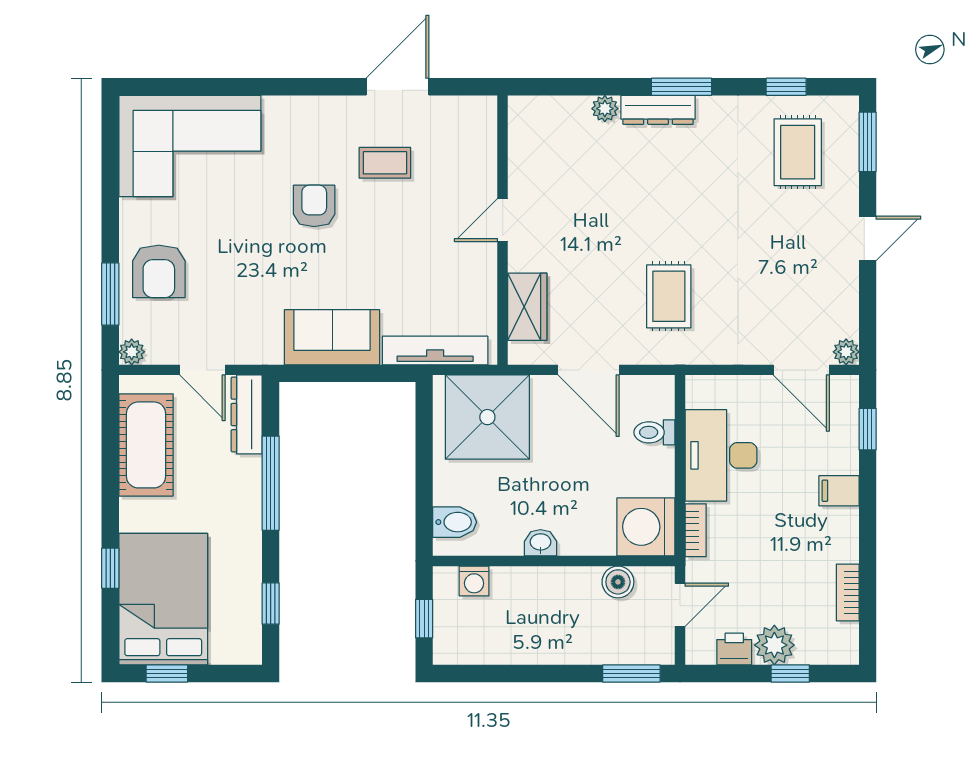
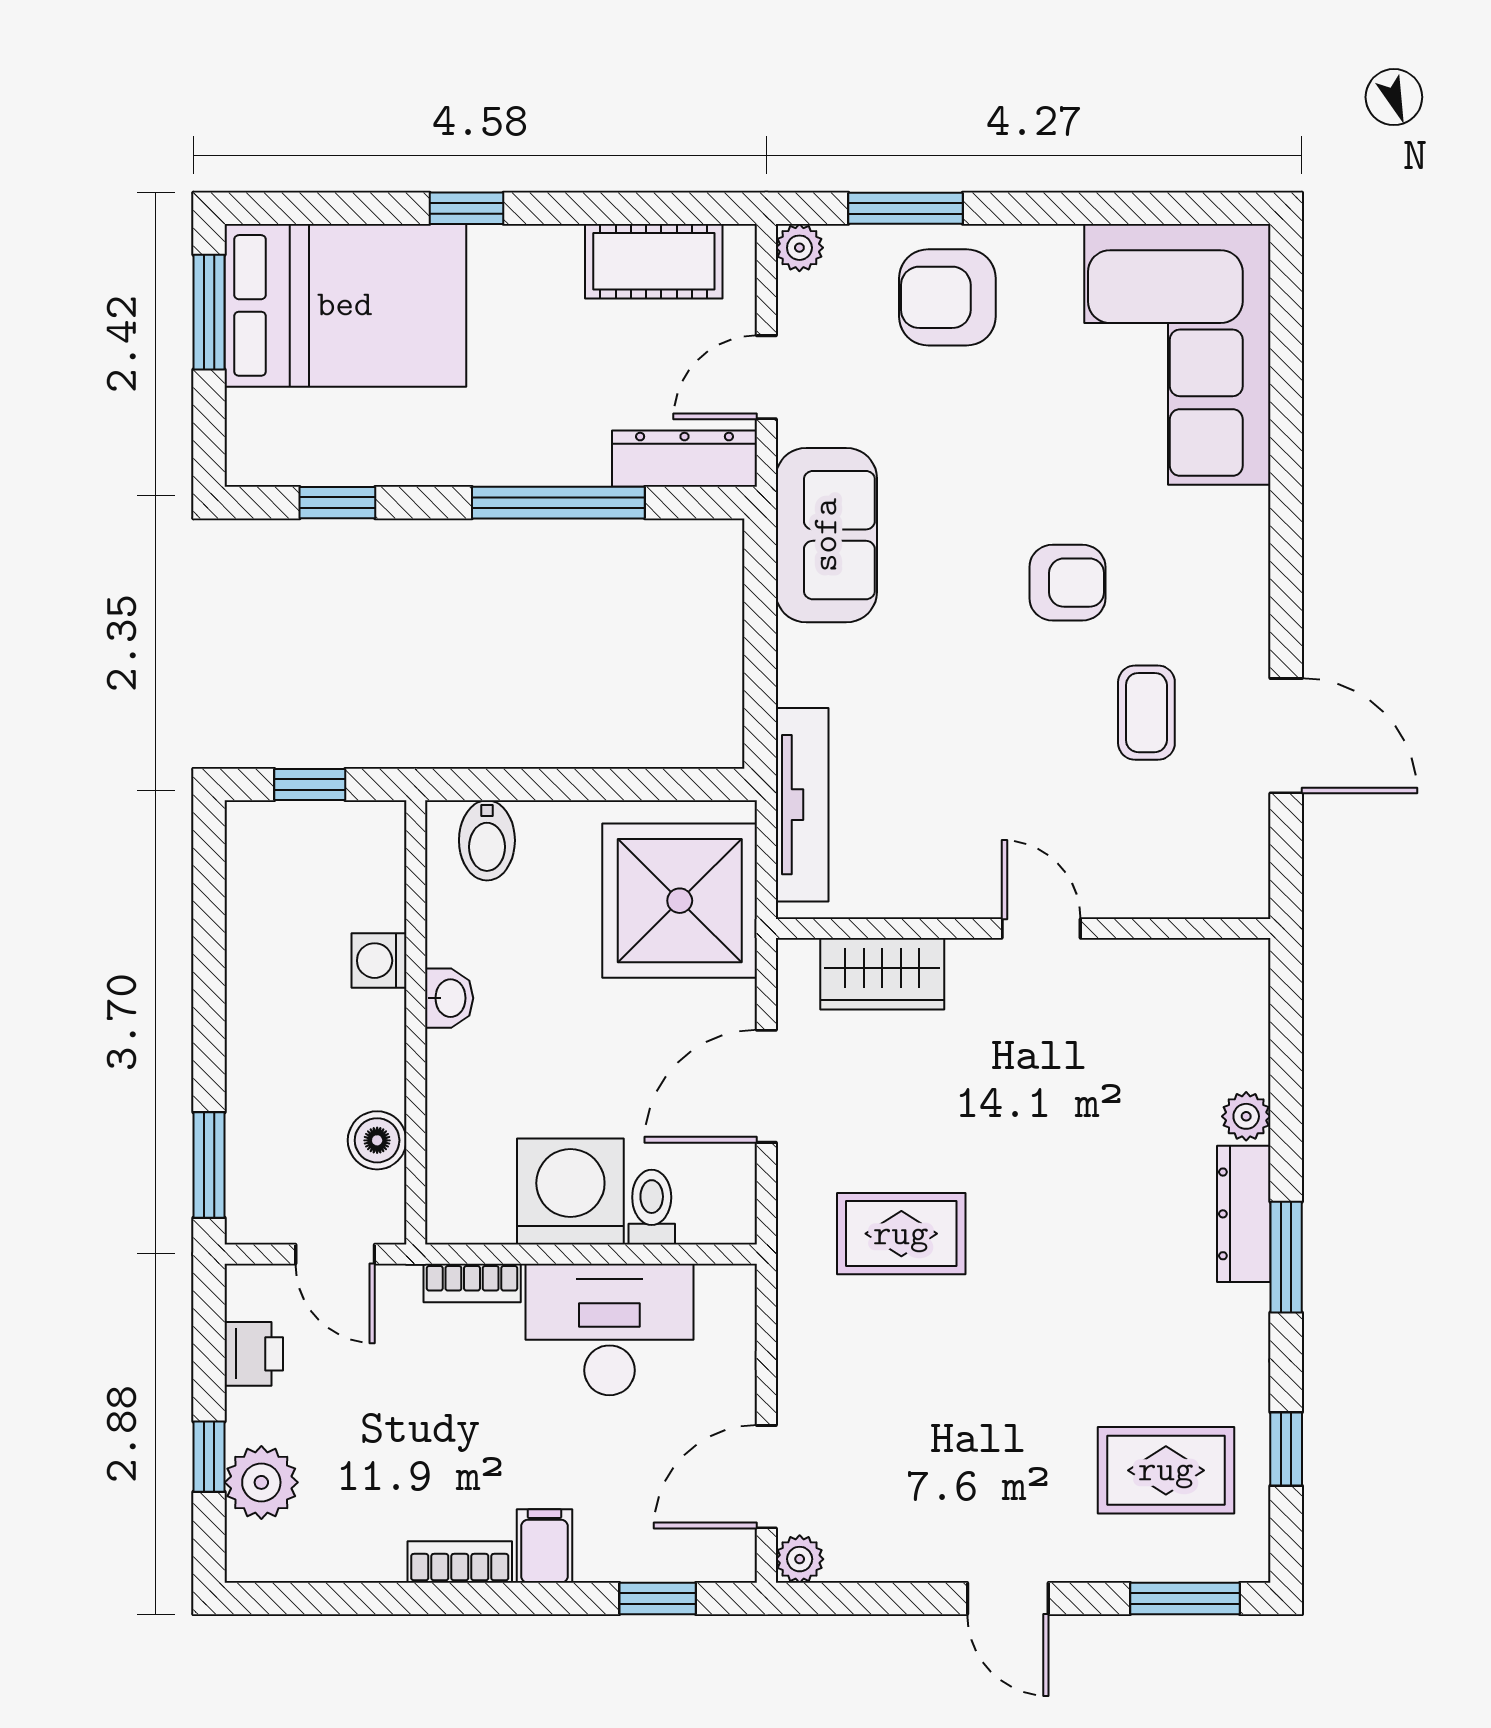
sofa: (332, 337) -> (826, 535), moved
cot: (146, 445) -> (654, 261), width x0.73, depth x0.75
washing machine: (646, 527) -> (570, 1192), moved
window: (110, 568) -> (467, 208), moved
washing machine: (474, 581) -> (379, 961), moved
bookcase: (848, 592) -> (460, 1562), moved
plant: (774, 645) -> (261, 1482), moved
window: (167, 673) -> (209, 312), width x1.50

